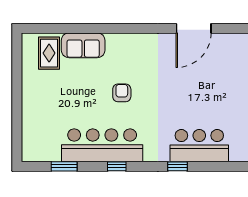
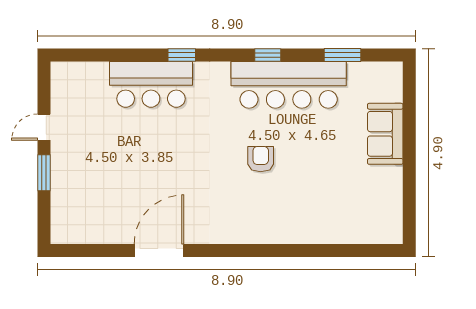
sofa: (83, 45) -> (385, 134), moved, turned -90
rug: (49, 53) -> (364, 215), removed
armchair: (122, 93) -> (261, 159), turned 180

